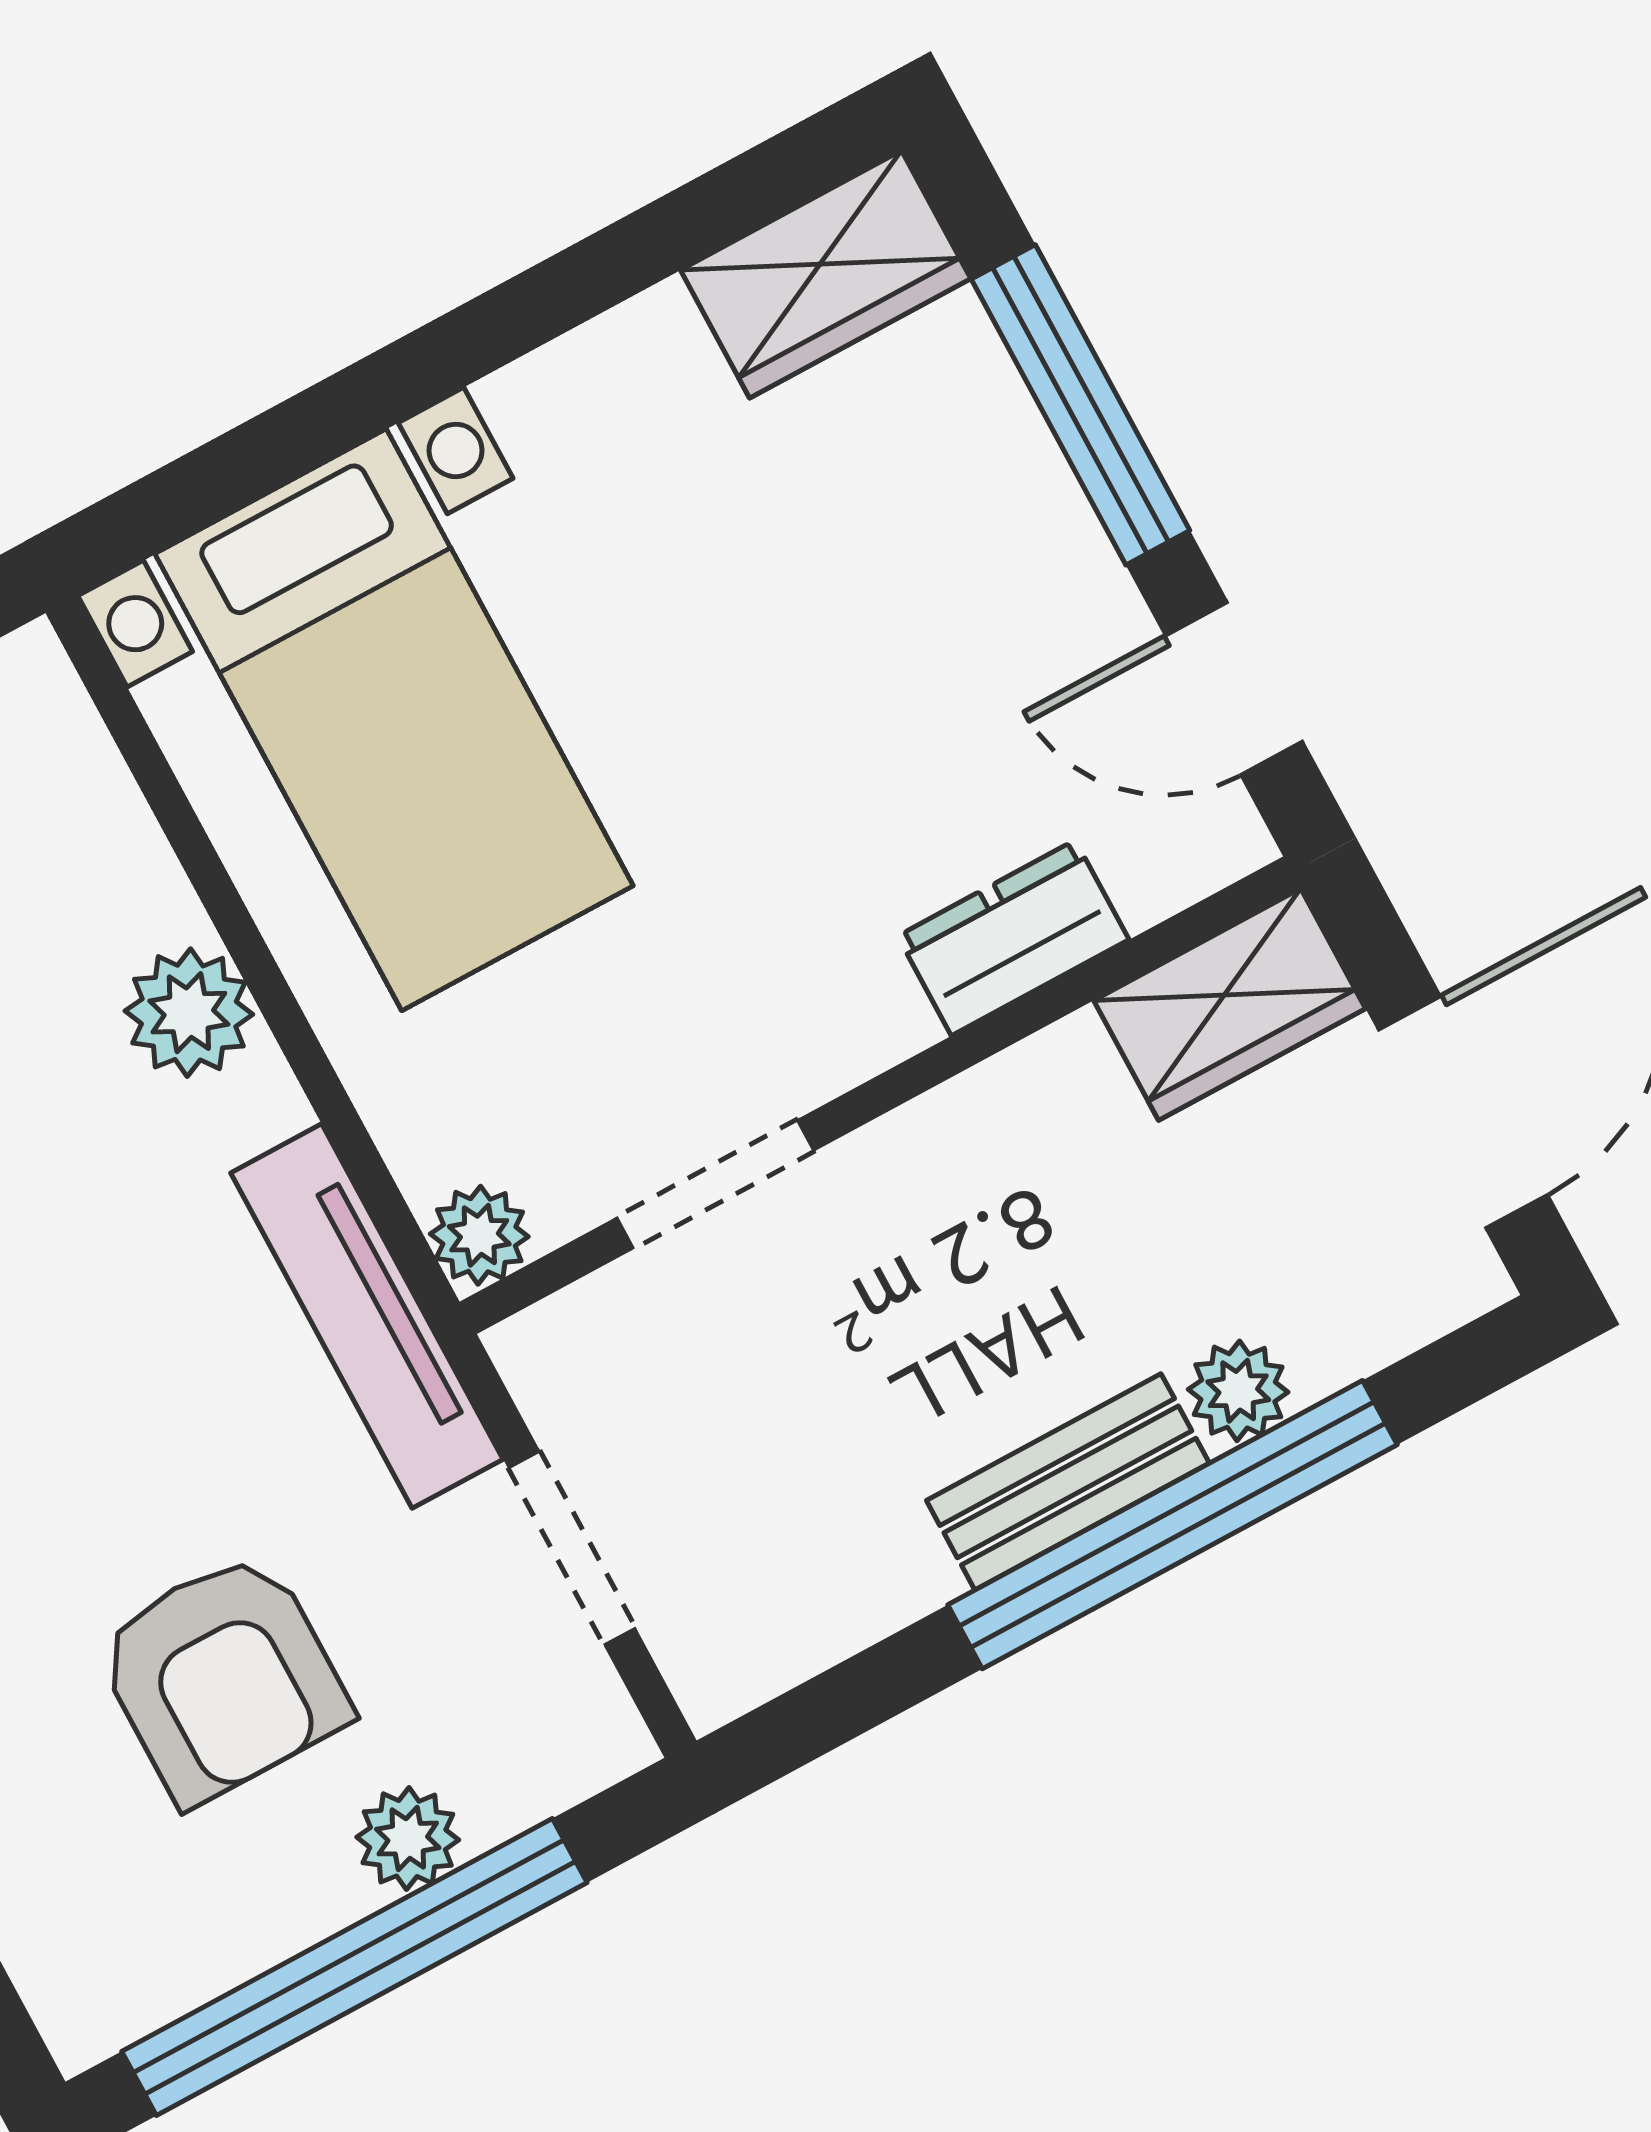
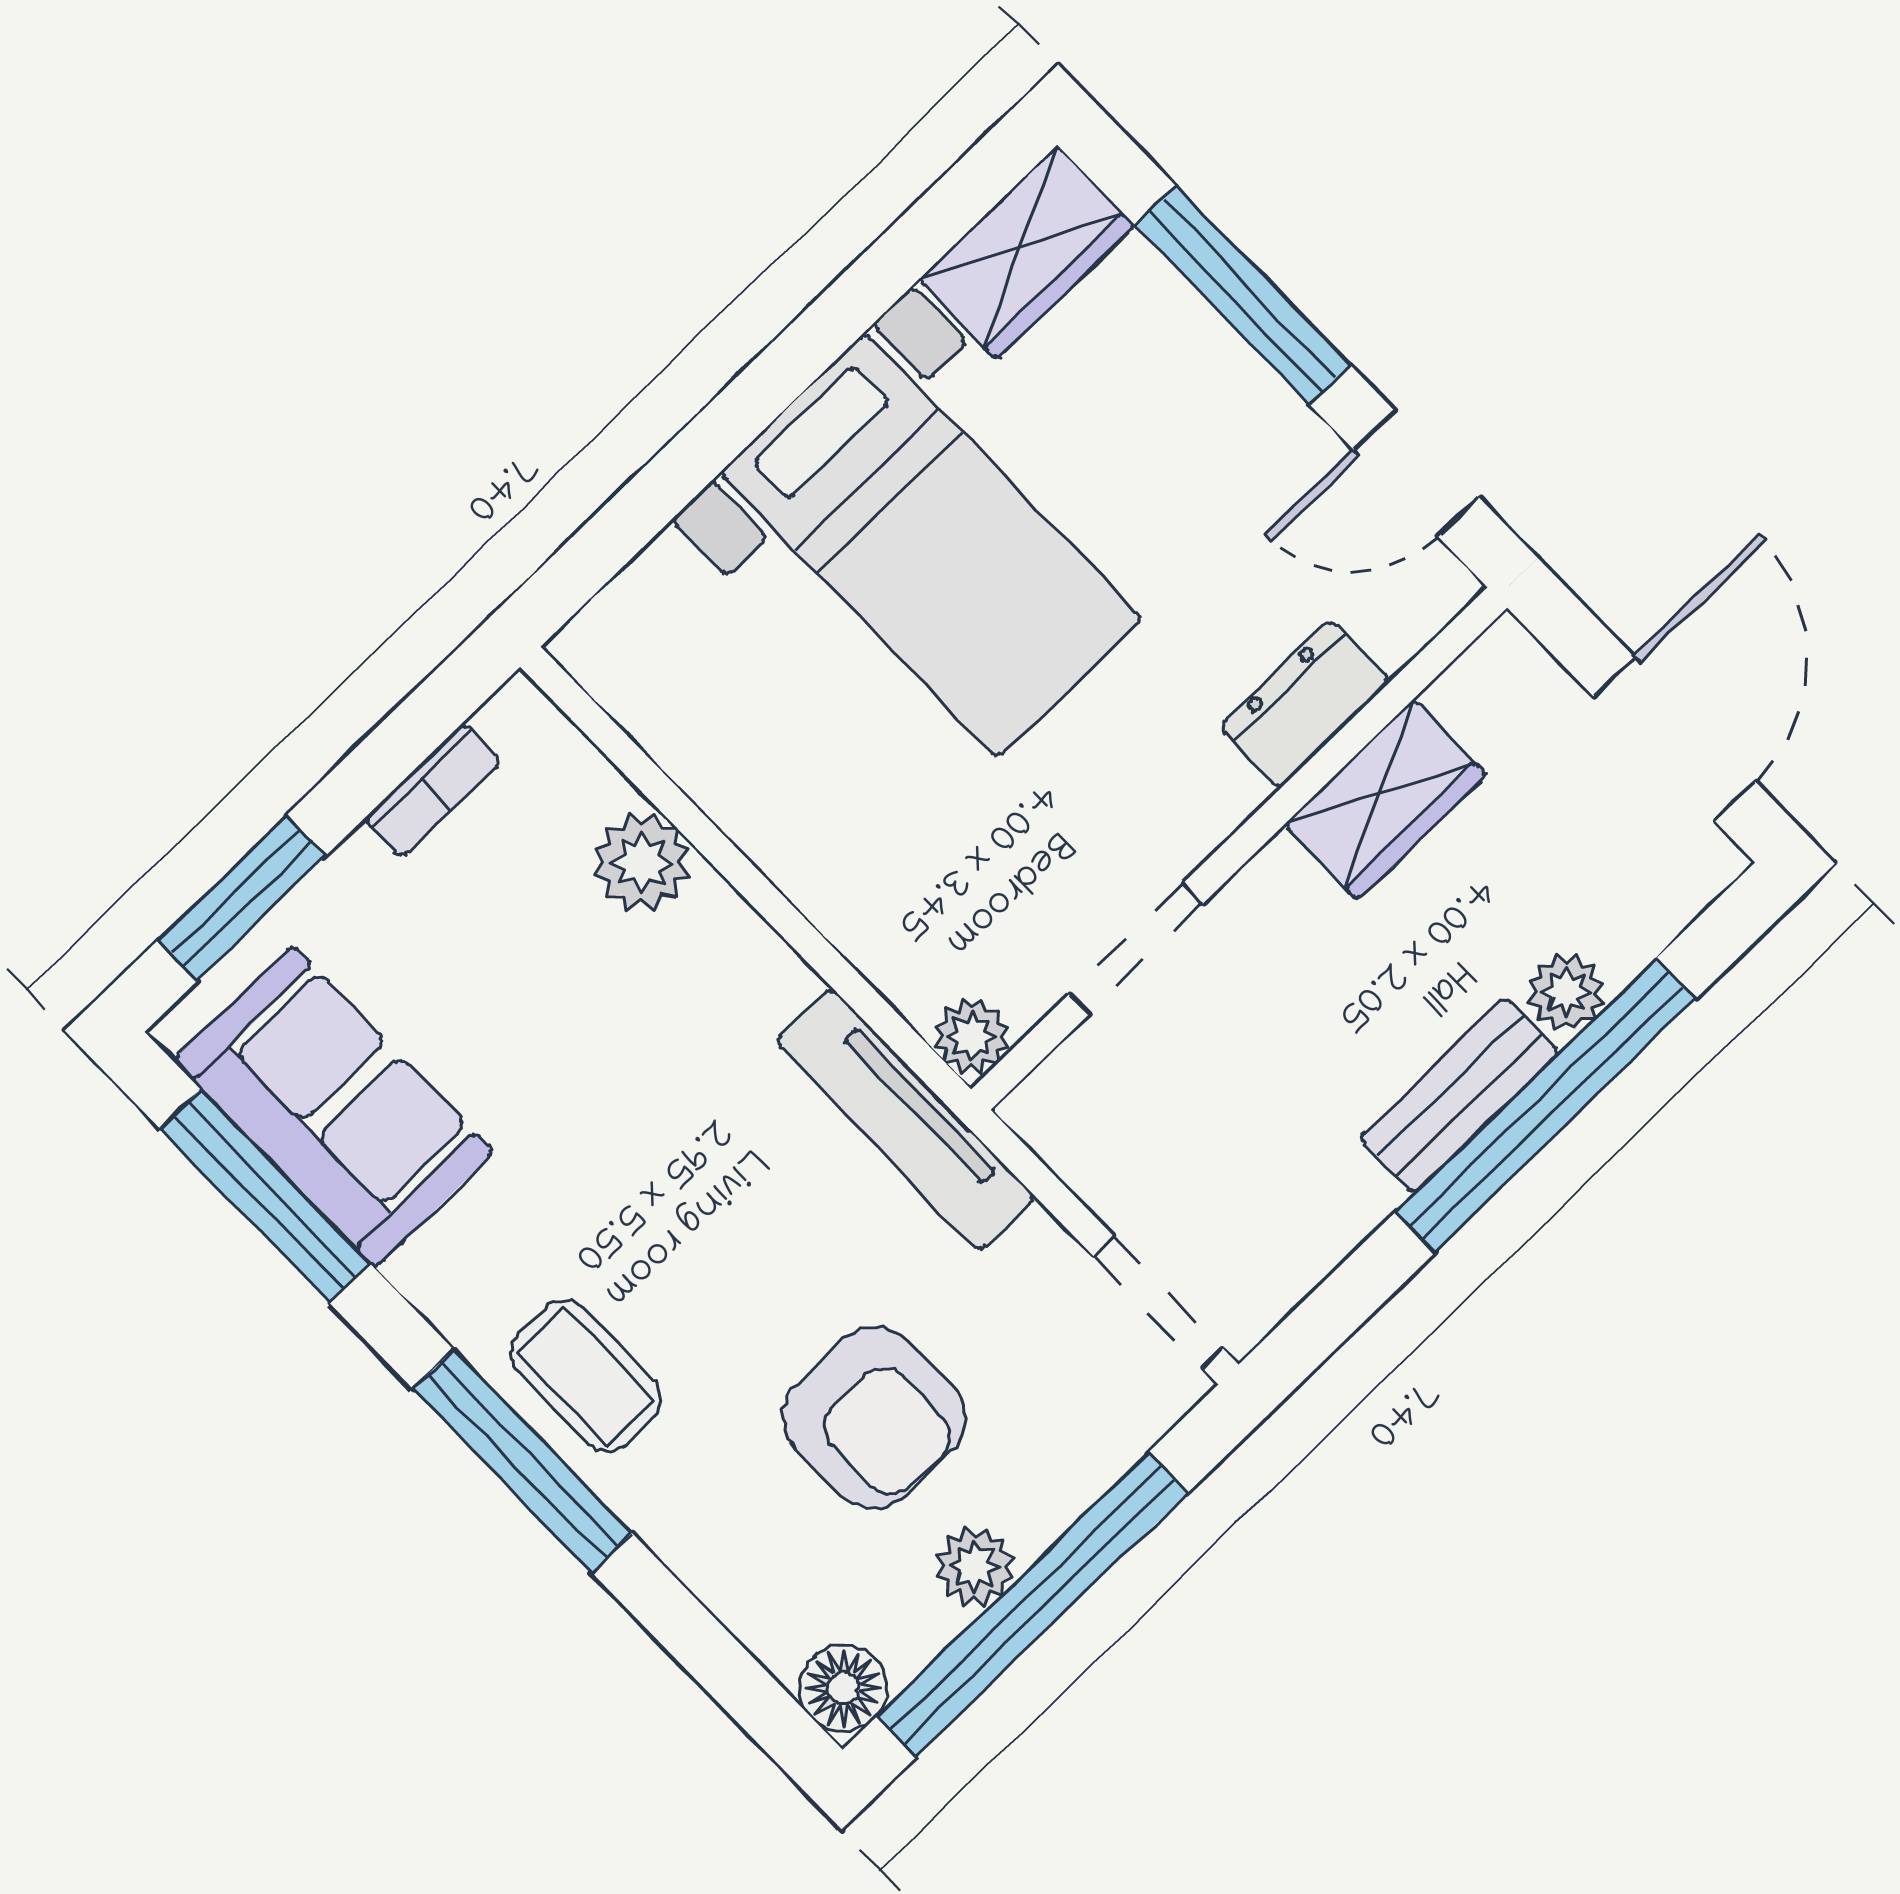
bed with nightstands: (394, 720) -> (931, 545), moved
wardrobe: (1230, 1004) -> (1385, 799), moved
plant: (189, 1013) -> (642, 862), moved
doorway: (572, 1548) -> (1158, 1302), moved
plant: (408, 1839) -> (975, 1566), moved
floor lamp: (88, 2005) -> (843, 1688), added

